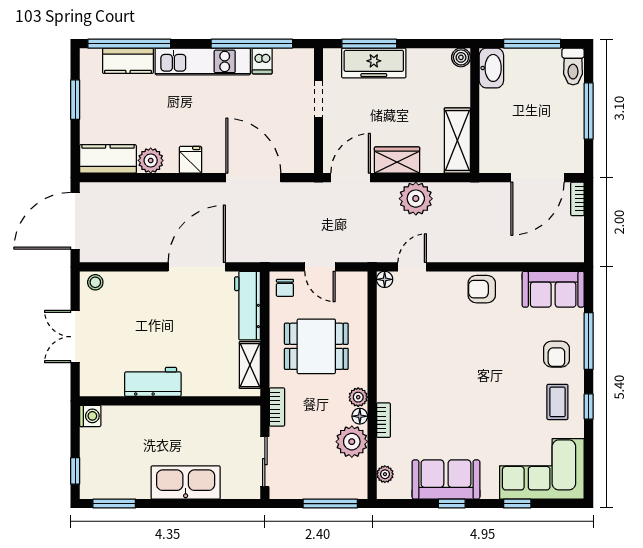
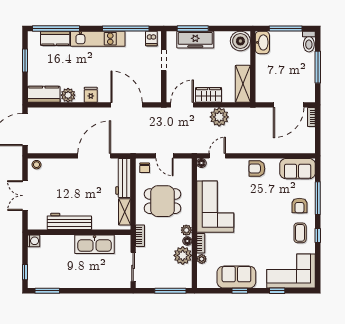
boiler: (461, 57) -> (240, 41), width x1.86, depth x1.86
dishwasher: (262, 61) -> (151, 38), moved
corner sofa: (409, 356) -> (215, 207), added
workbench: (153, 382) -> (69, 221), width x1.38
plant: (385, 474) -> (202, 259), moved
kitchen sink: (186, 482) -> (95, 244), moved, turned 180

